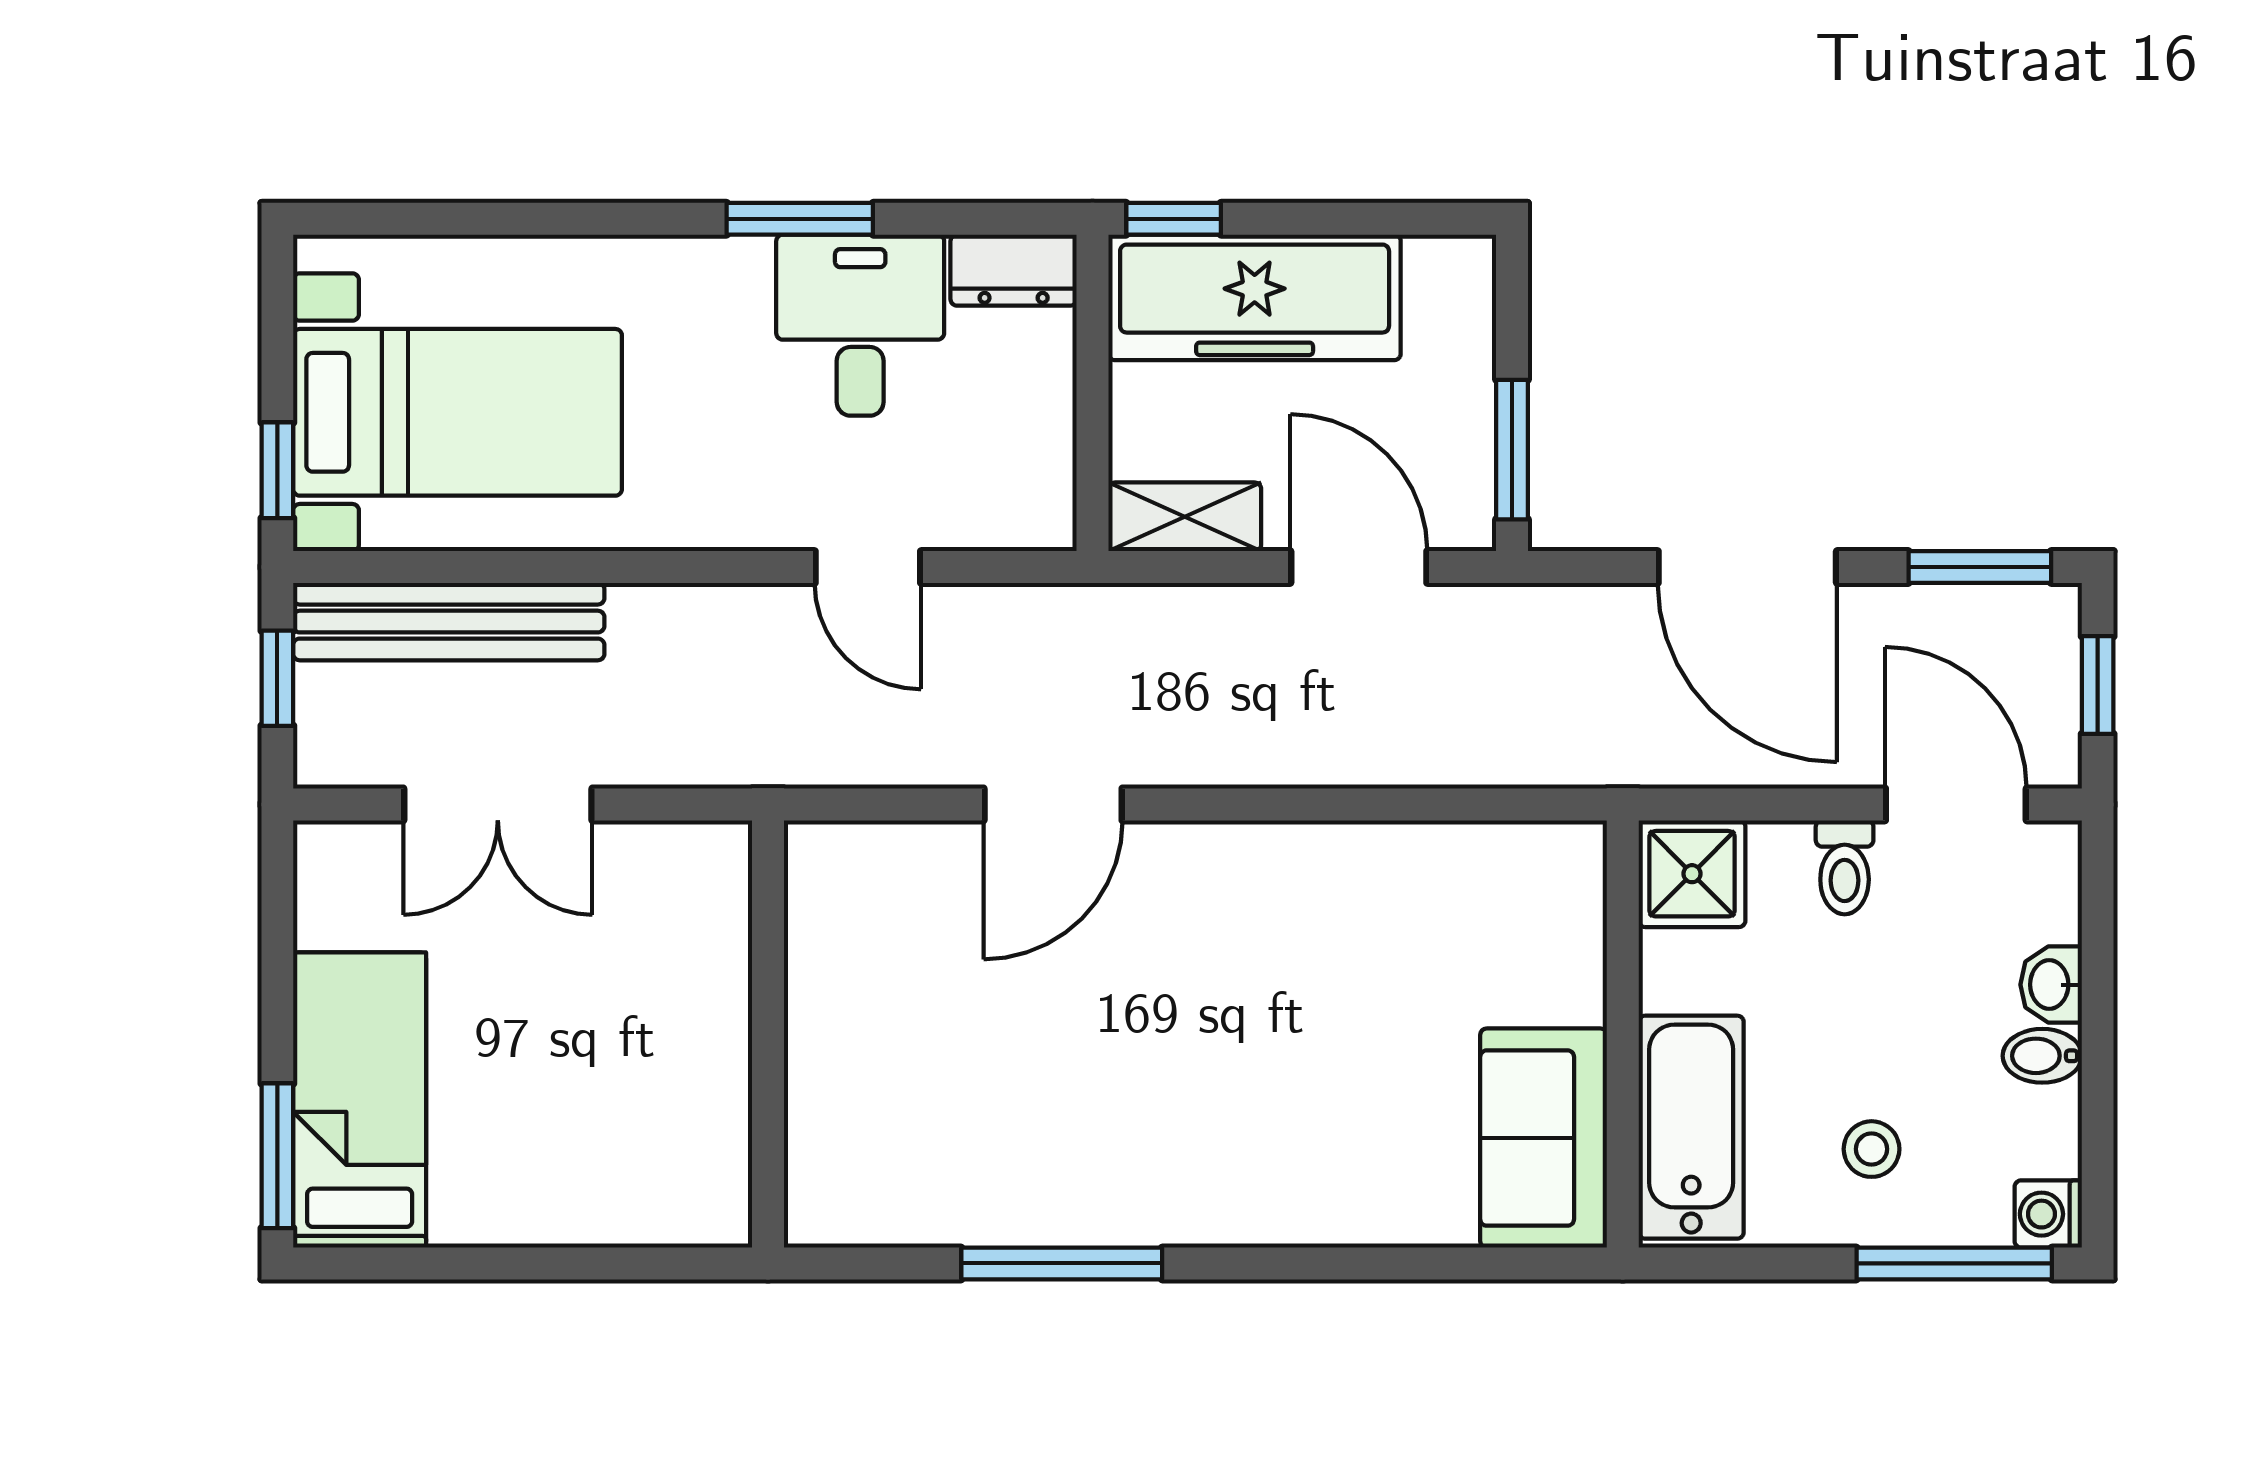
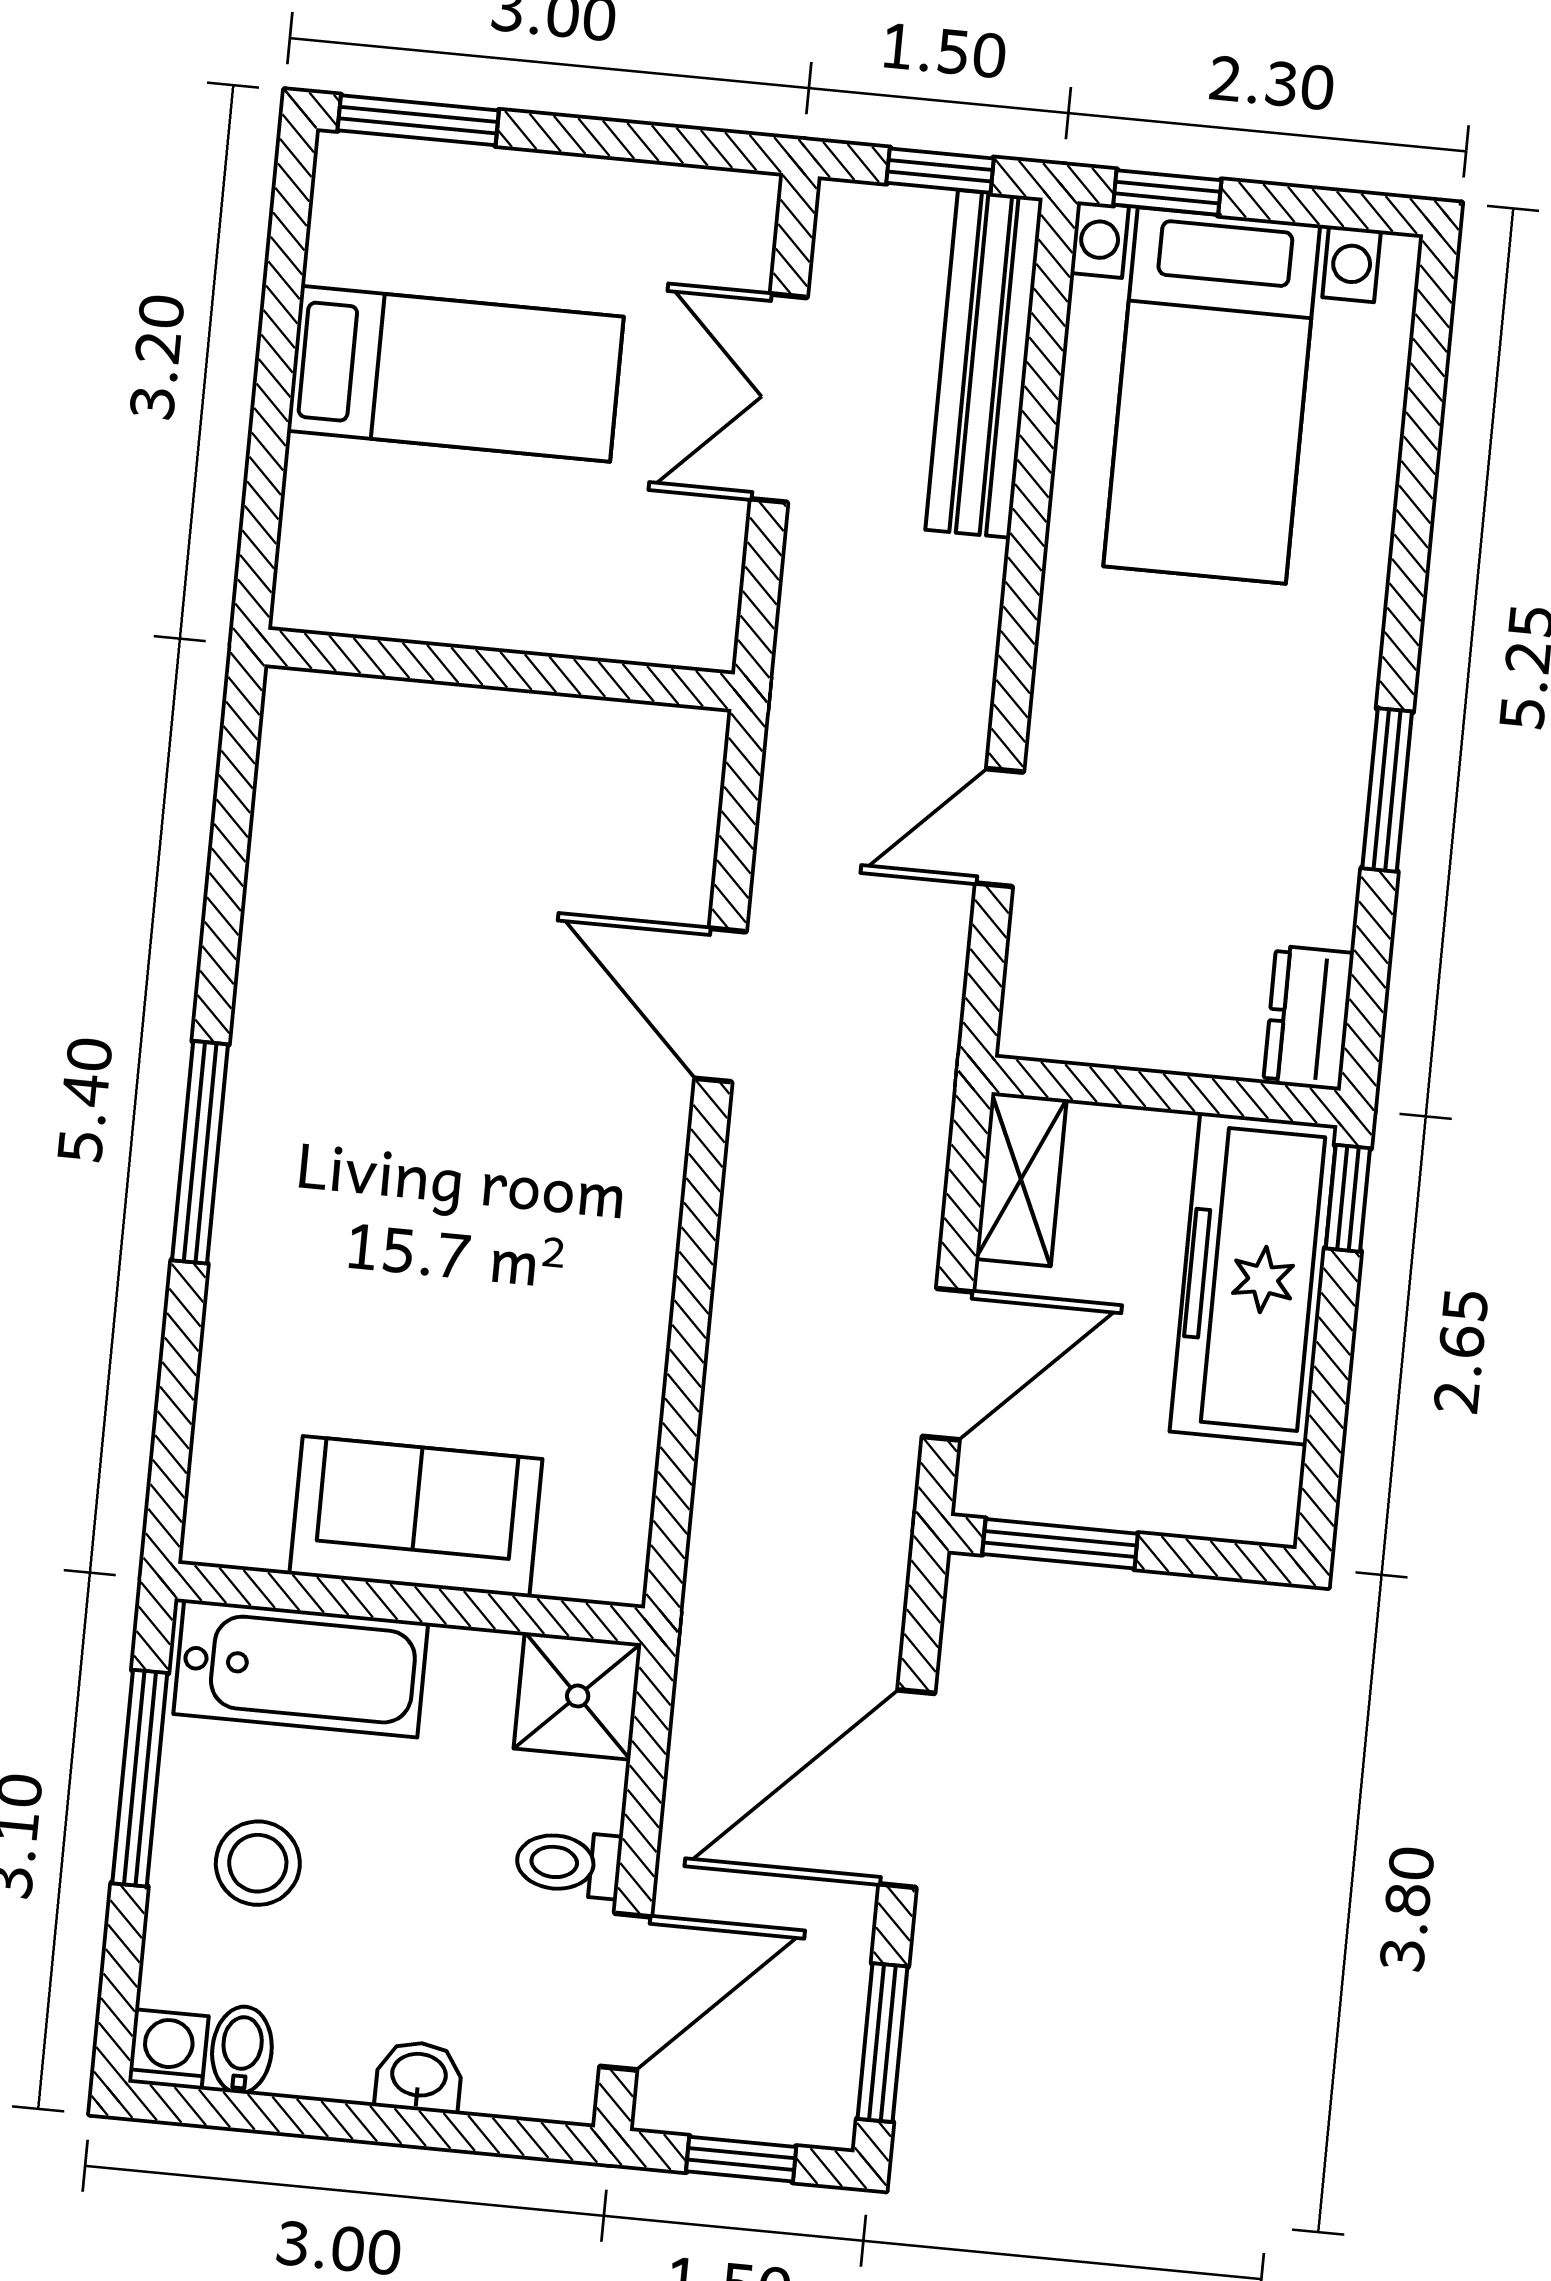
desk: (860, 325) -> (1265, 845), removed
bidet: (2042, 1056) -> (242, 2050), moved
bed: (360, 1100) -> (455, 374), moved
sofa: (1544, 1138) -> (416, 1517), moved
stool: (1872, 1149) -> (258, 1863), width x1.37, depth x1.37
window: (1062, 1263) -> (200, 1152), moved
window: (1954, 1263) -> (140, 1778), moved

